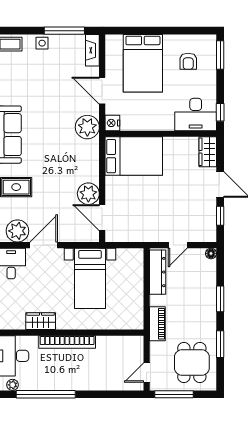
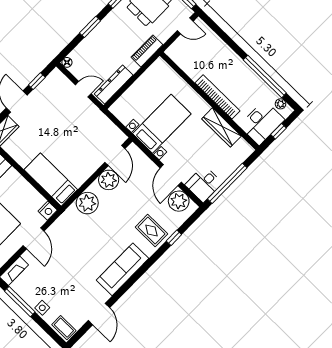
plant: (87, 127) -> (87, 203), moved
bed: (134, 156) -> (51, 180), width x0.67
door: (44, 245) -> (171, 175), hinge flipped
wardrobe: (41, 321) -> (221, 127), width x1.50

